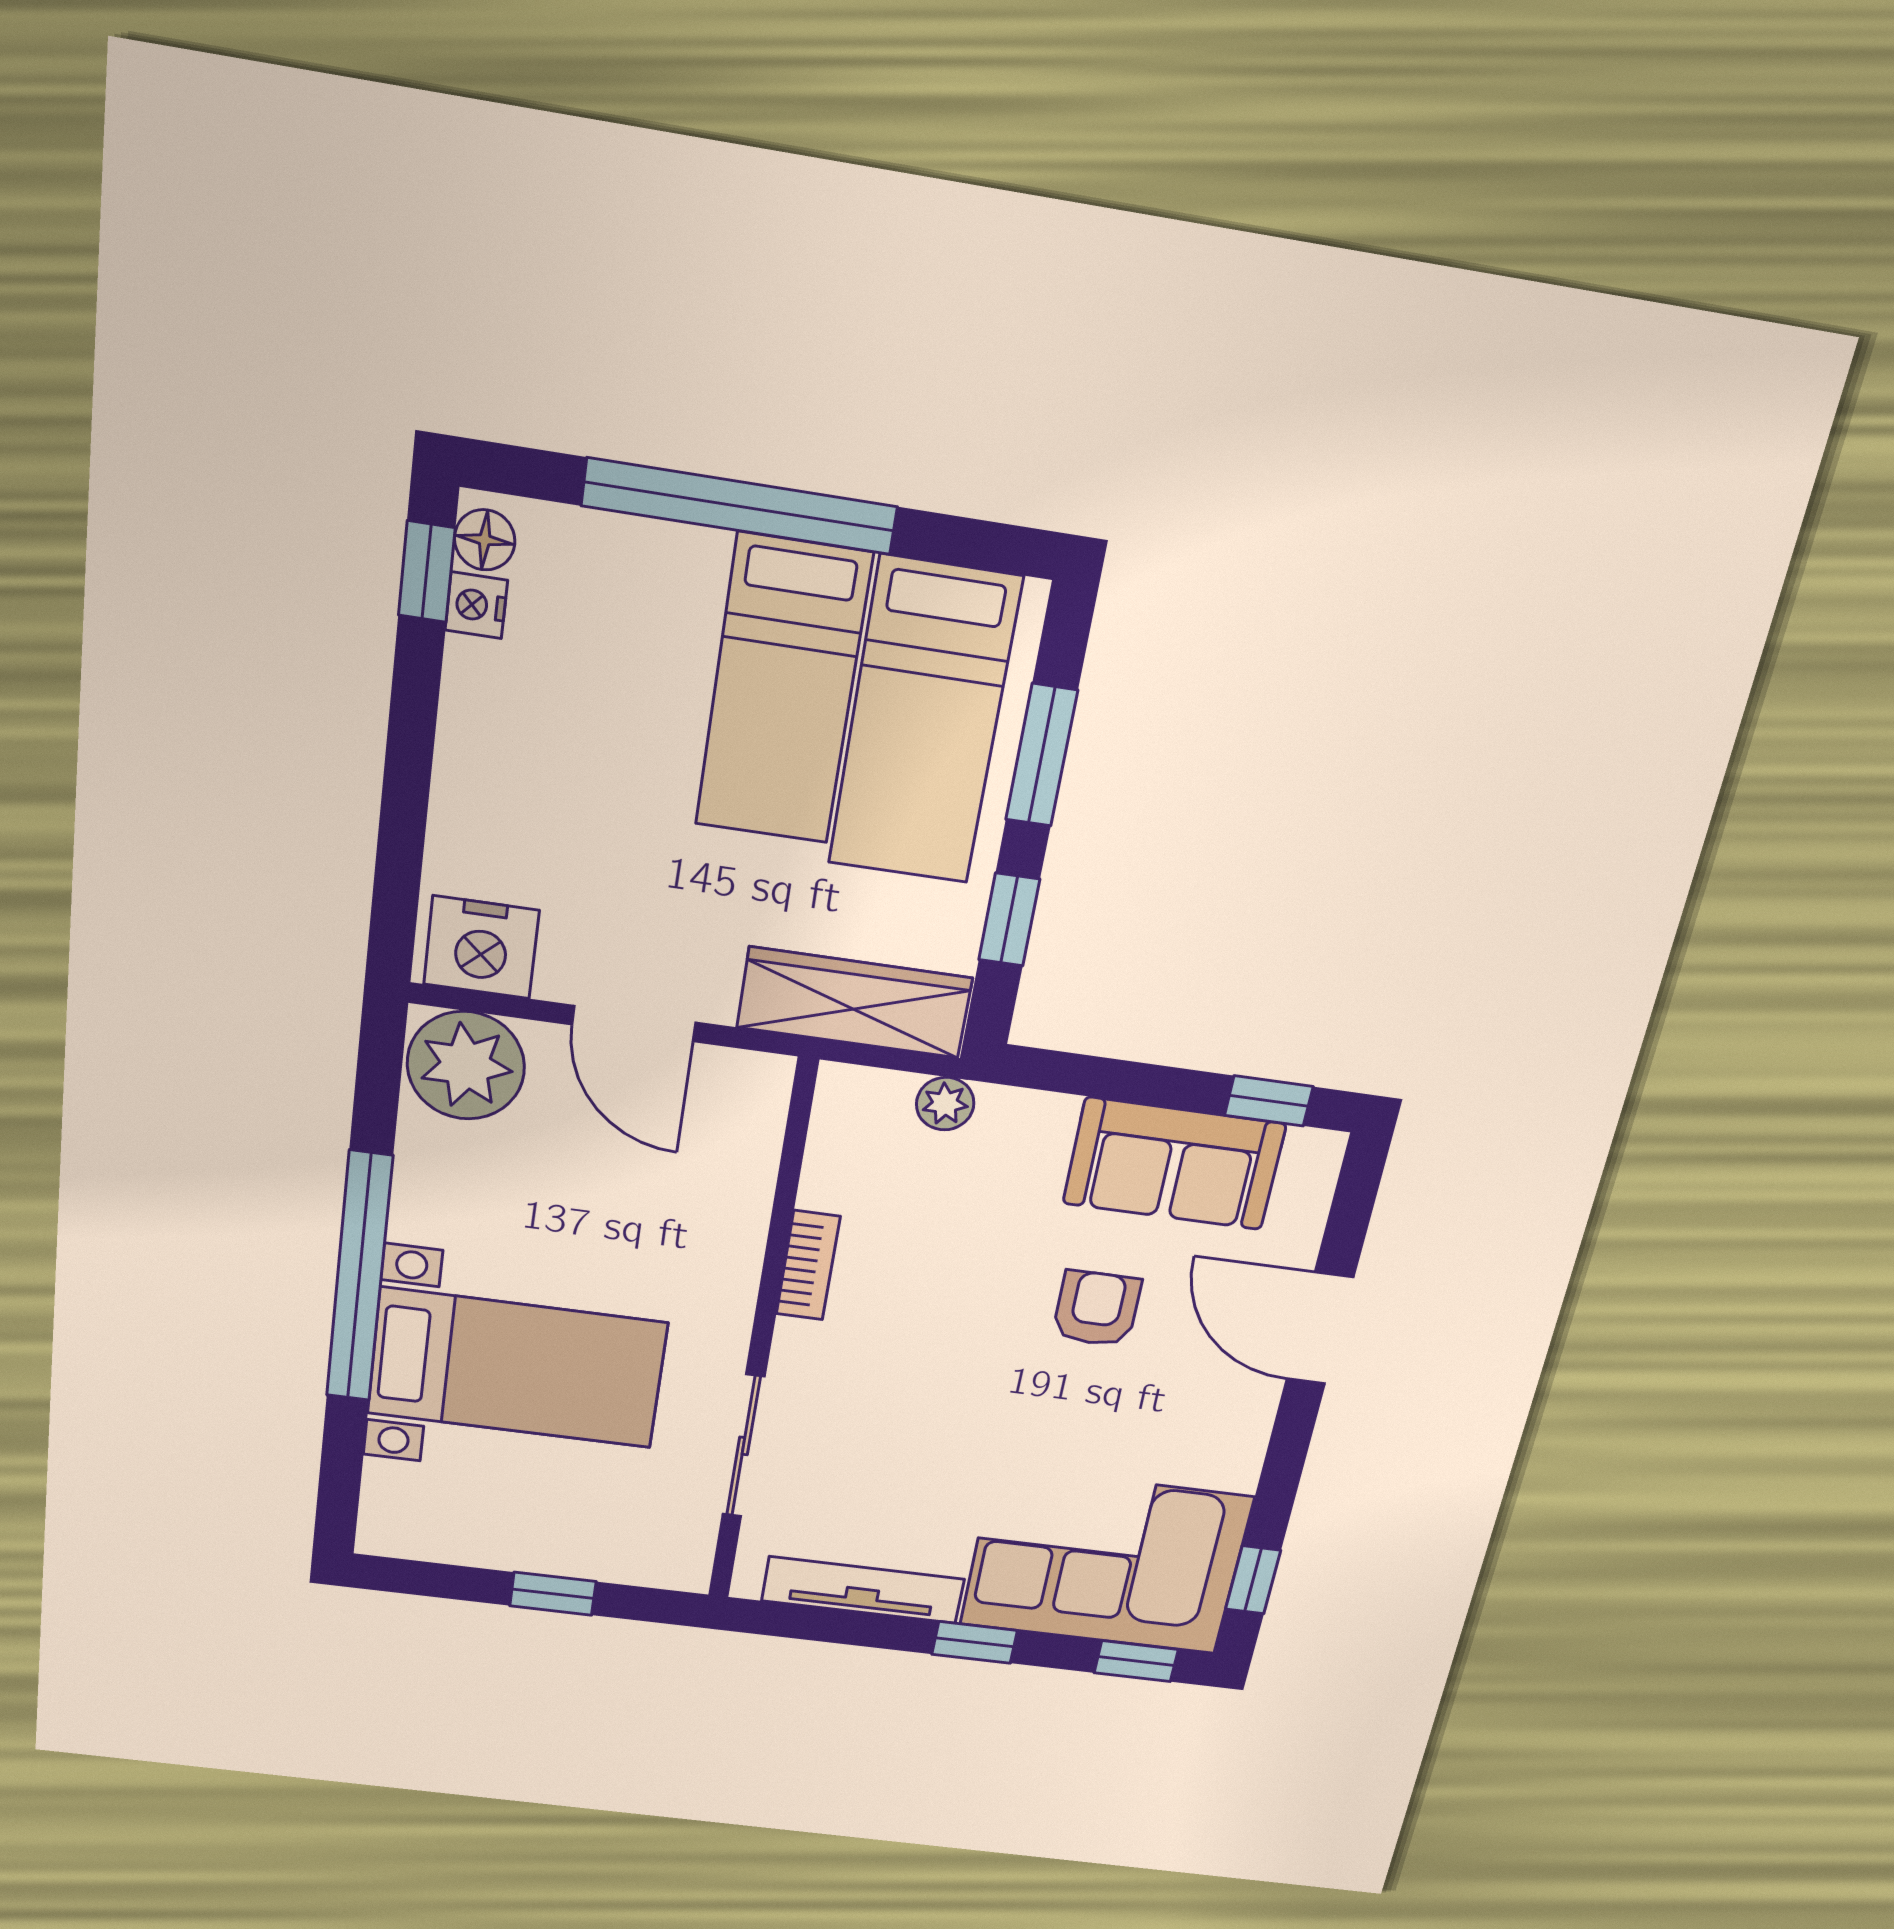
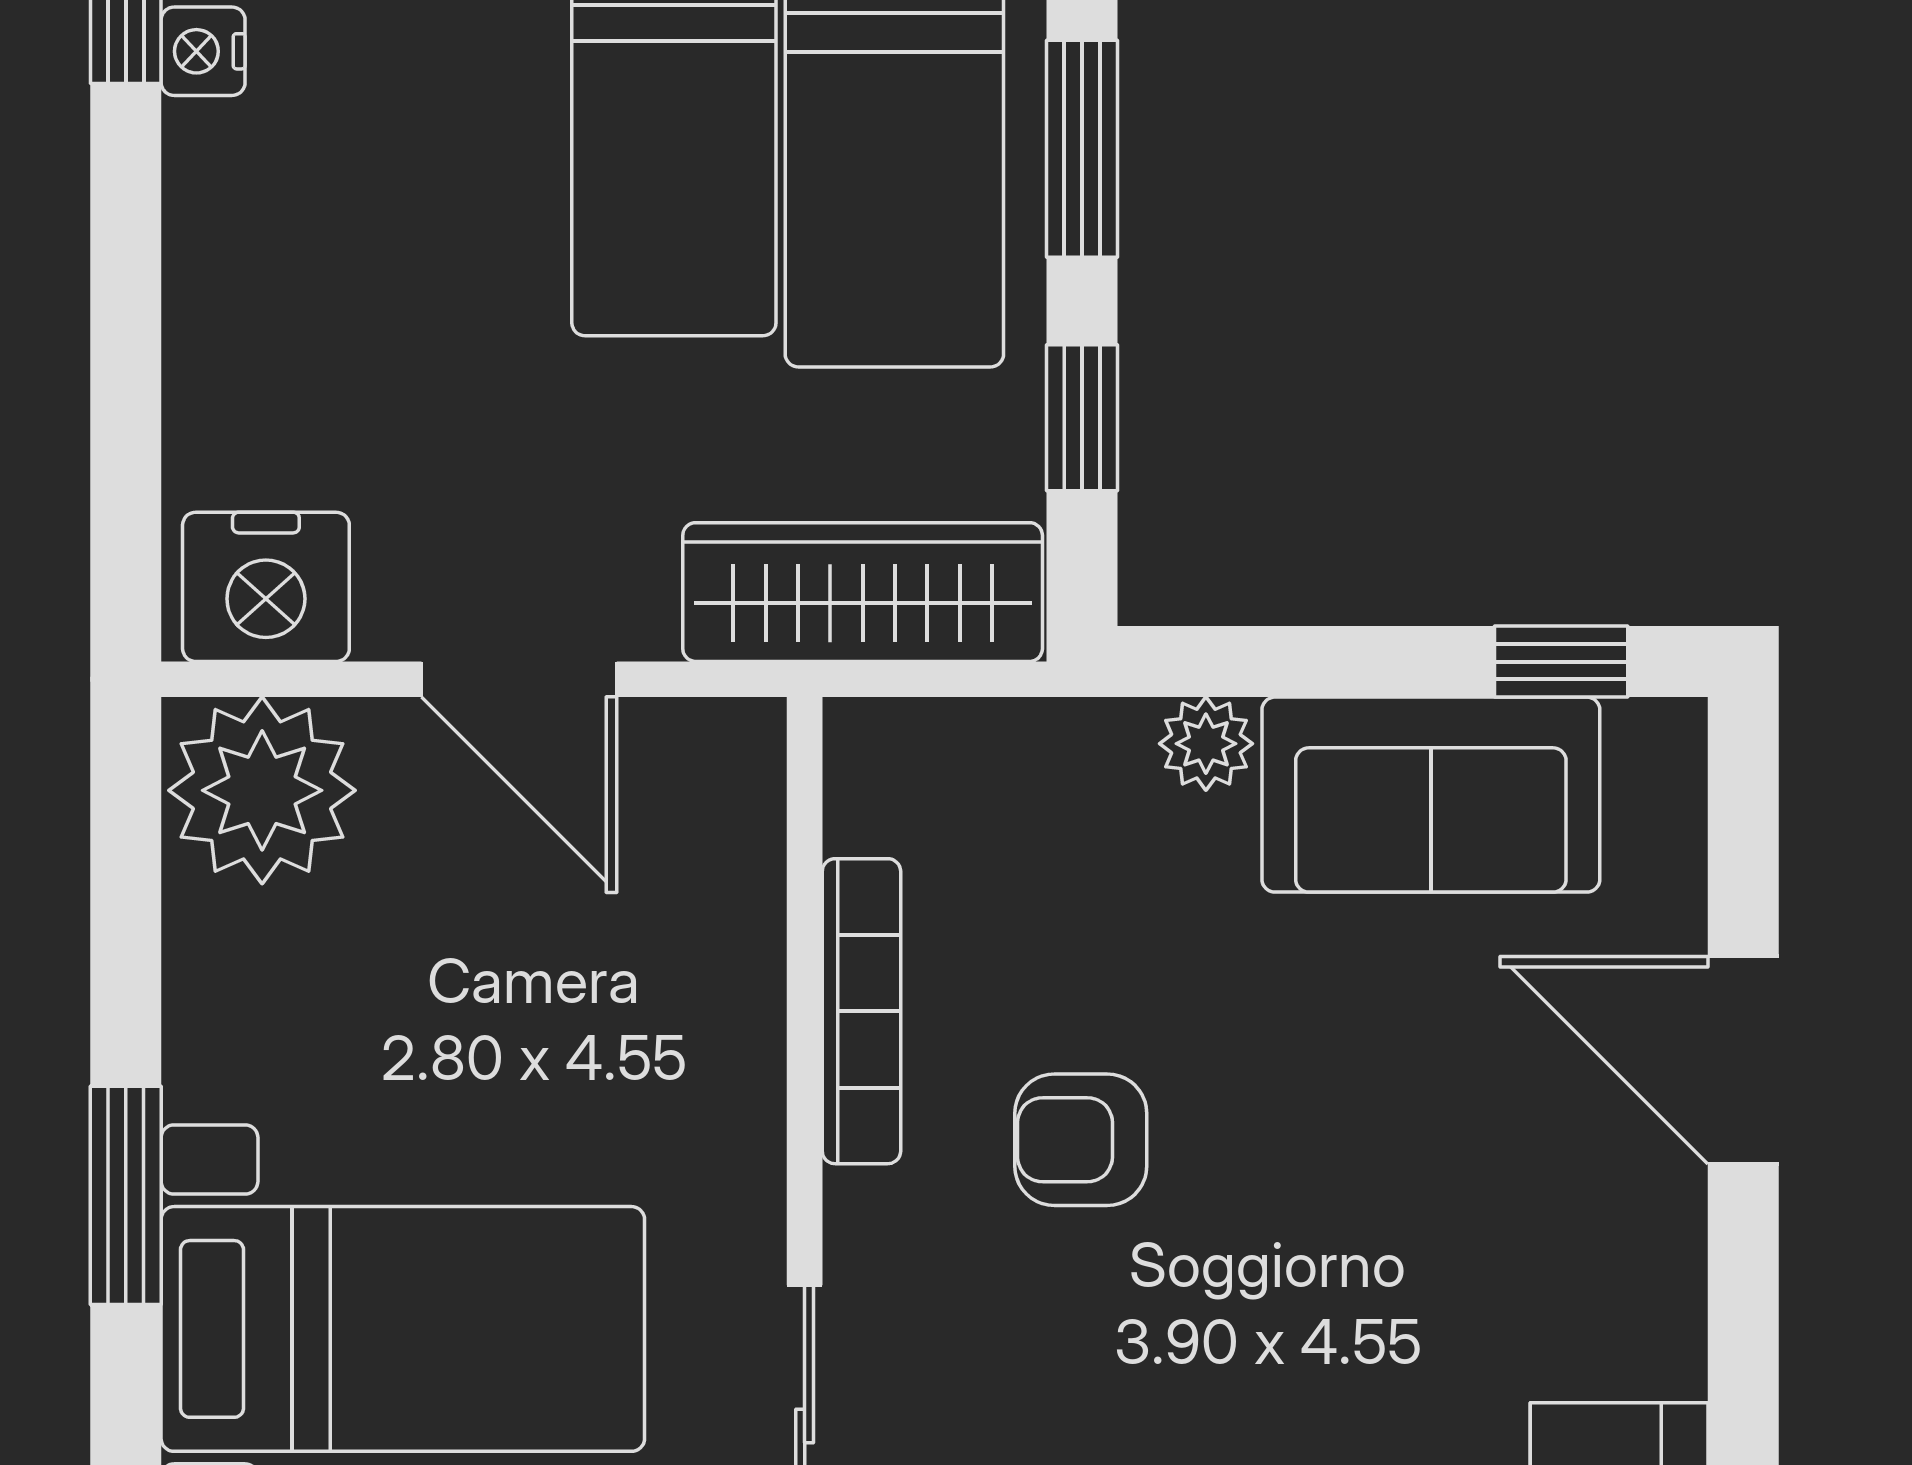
plant: (945, 1104) -> (1206, 744), moved
bookcase: (808, 1265) -> (861, 1011), width x1.56
window: (359, 1278) -> (126, 1195), width x0.47
armchair: (1097, 1309) -> (1081, 1140), moved, turned -90

